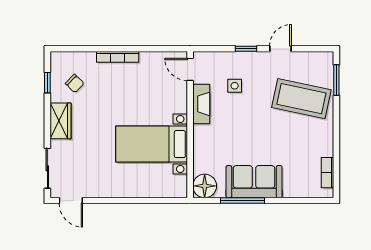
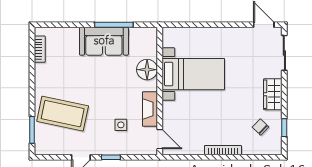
floor lamp: (205, 186) -> (147, 70), moved

